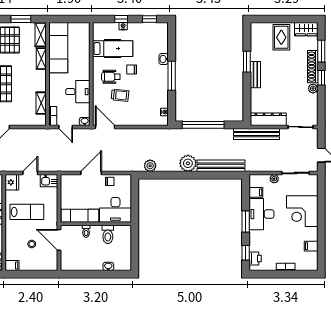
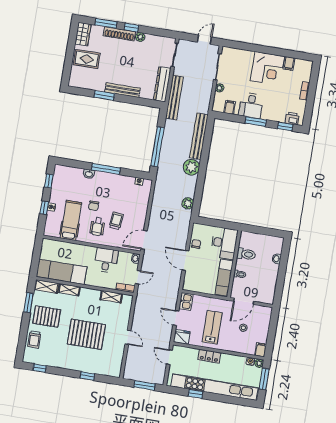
bench: (255, 75) -> (122, 90), width x1.36
corner desk: (302, 211) -> (267, 69), moved
desk: (261, 214) -> (251, 105), width x0.73

